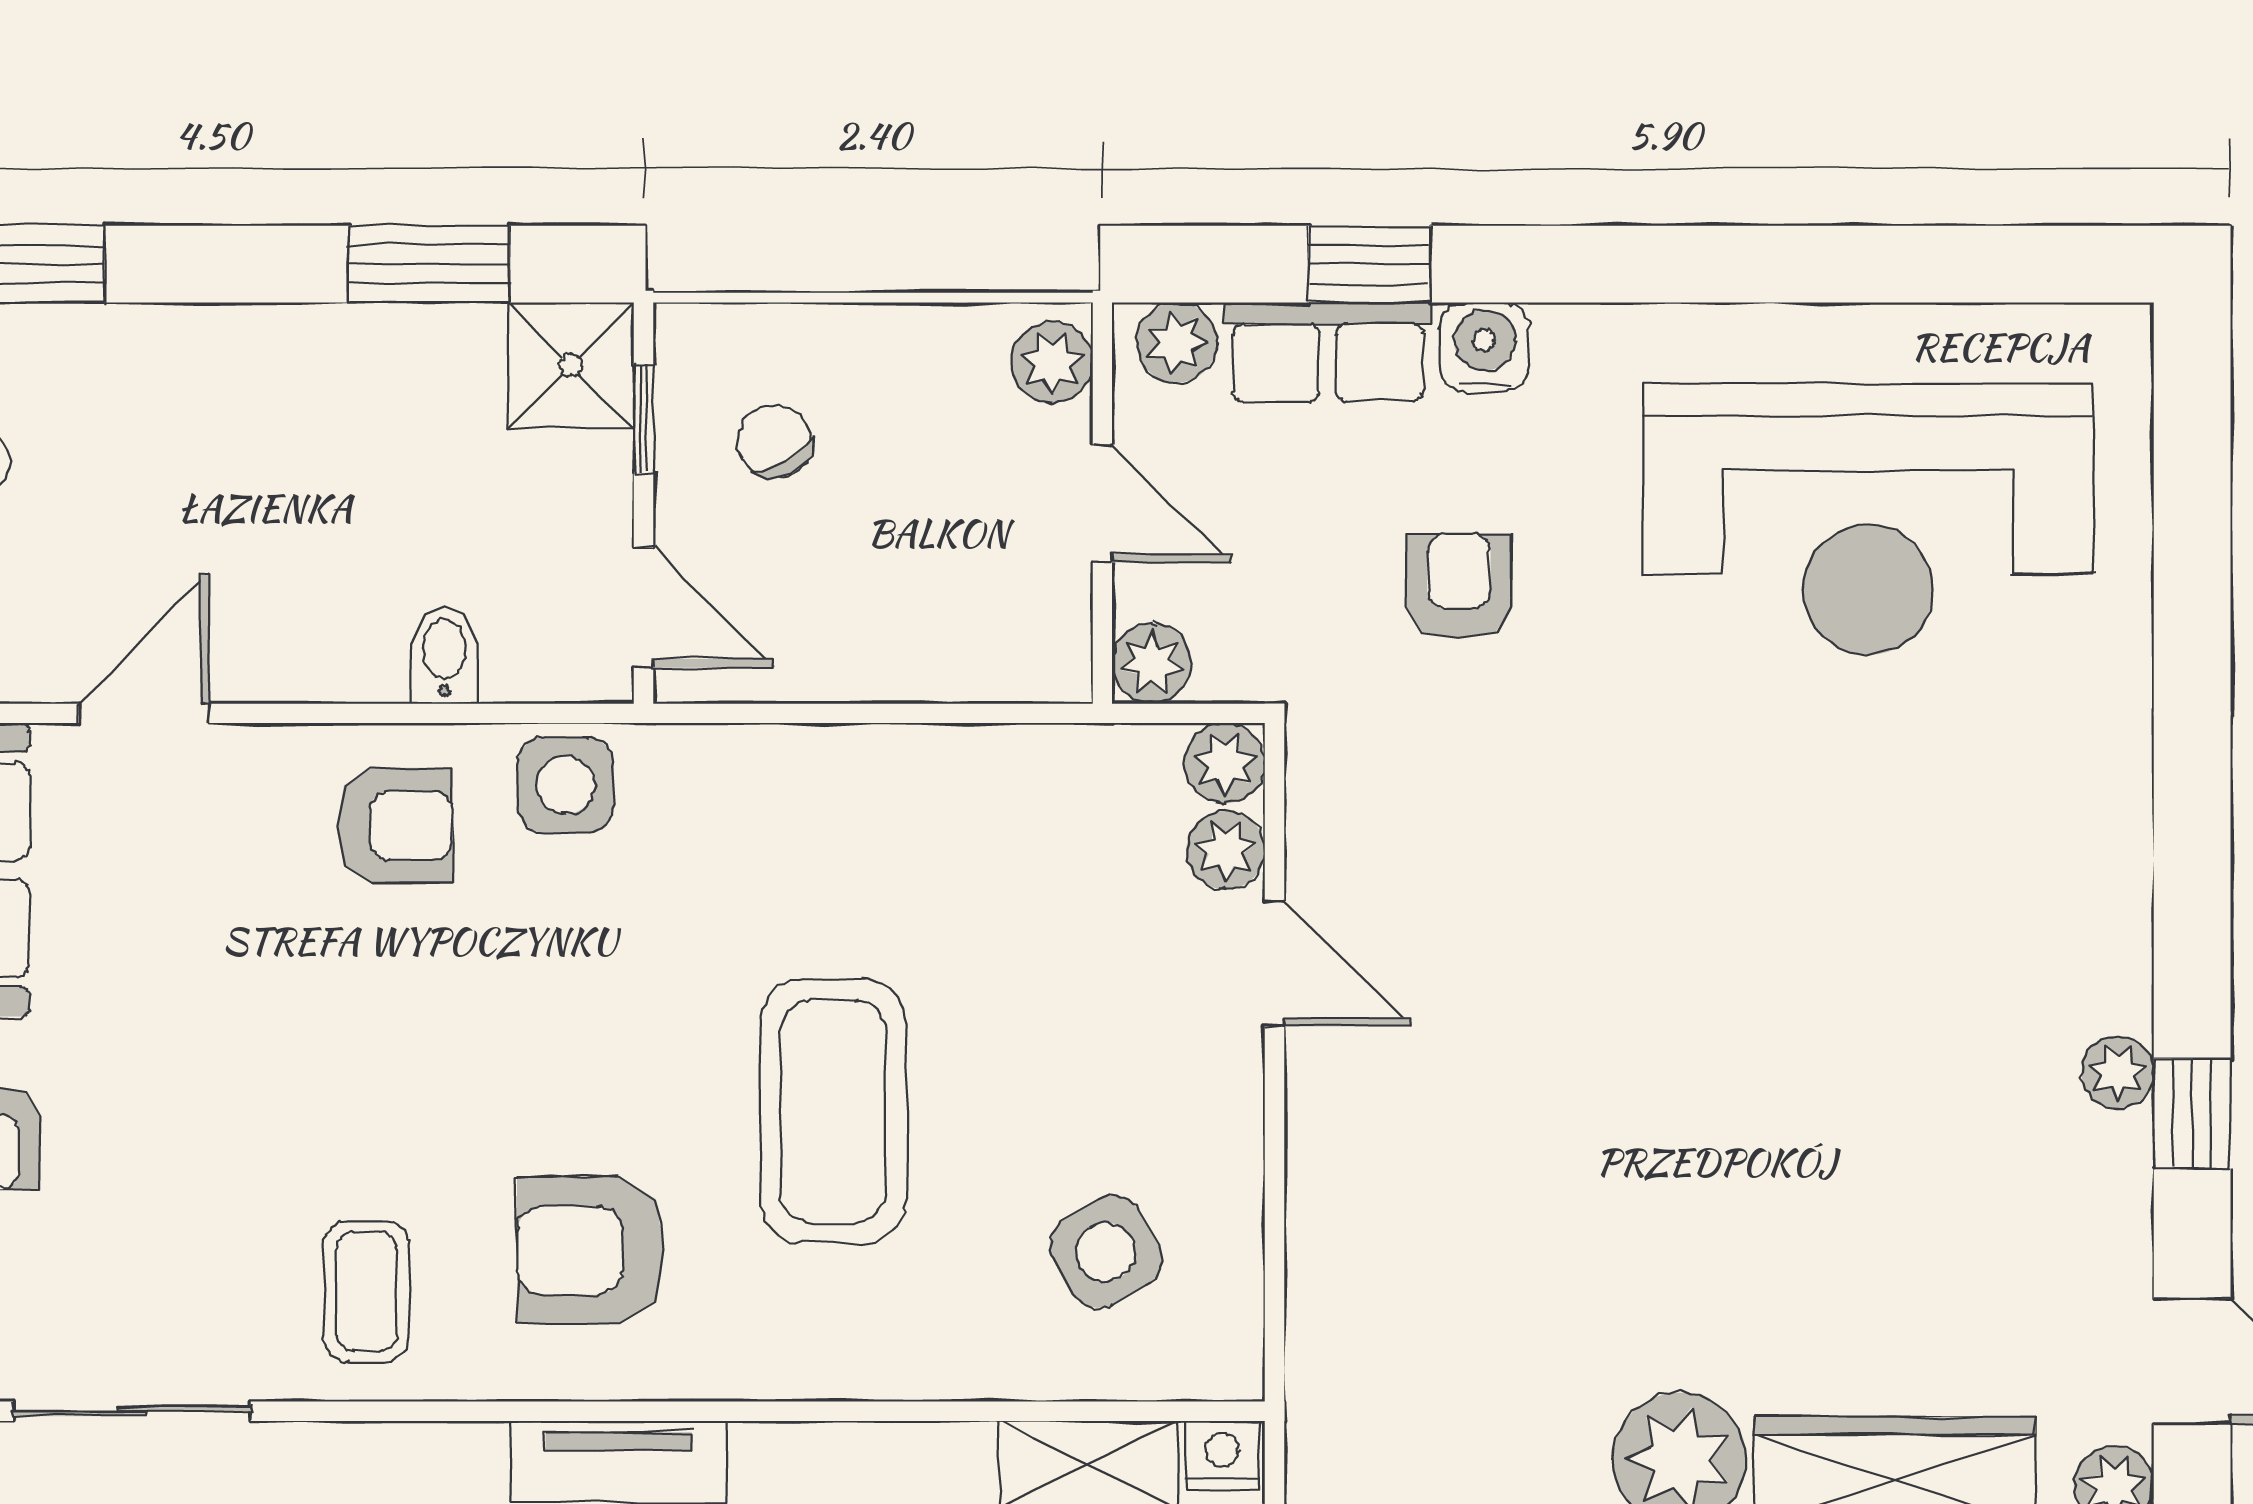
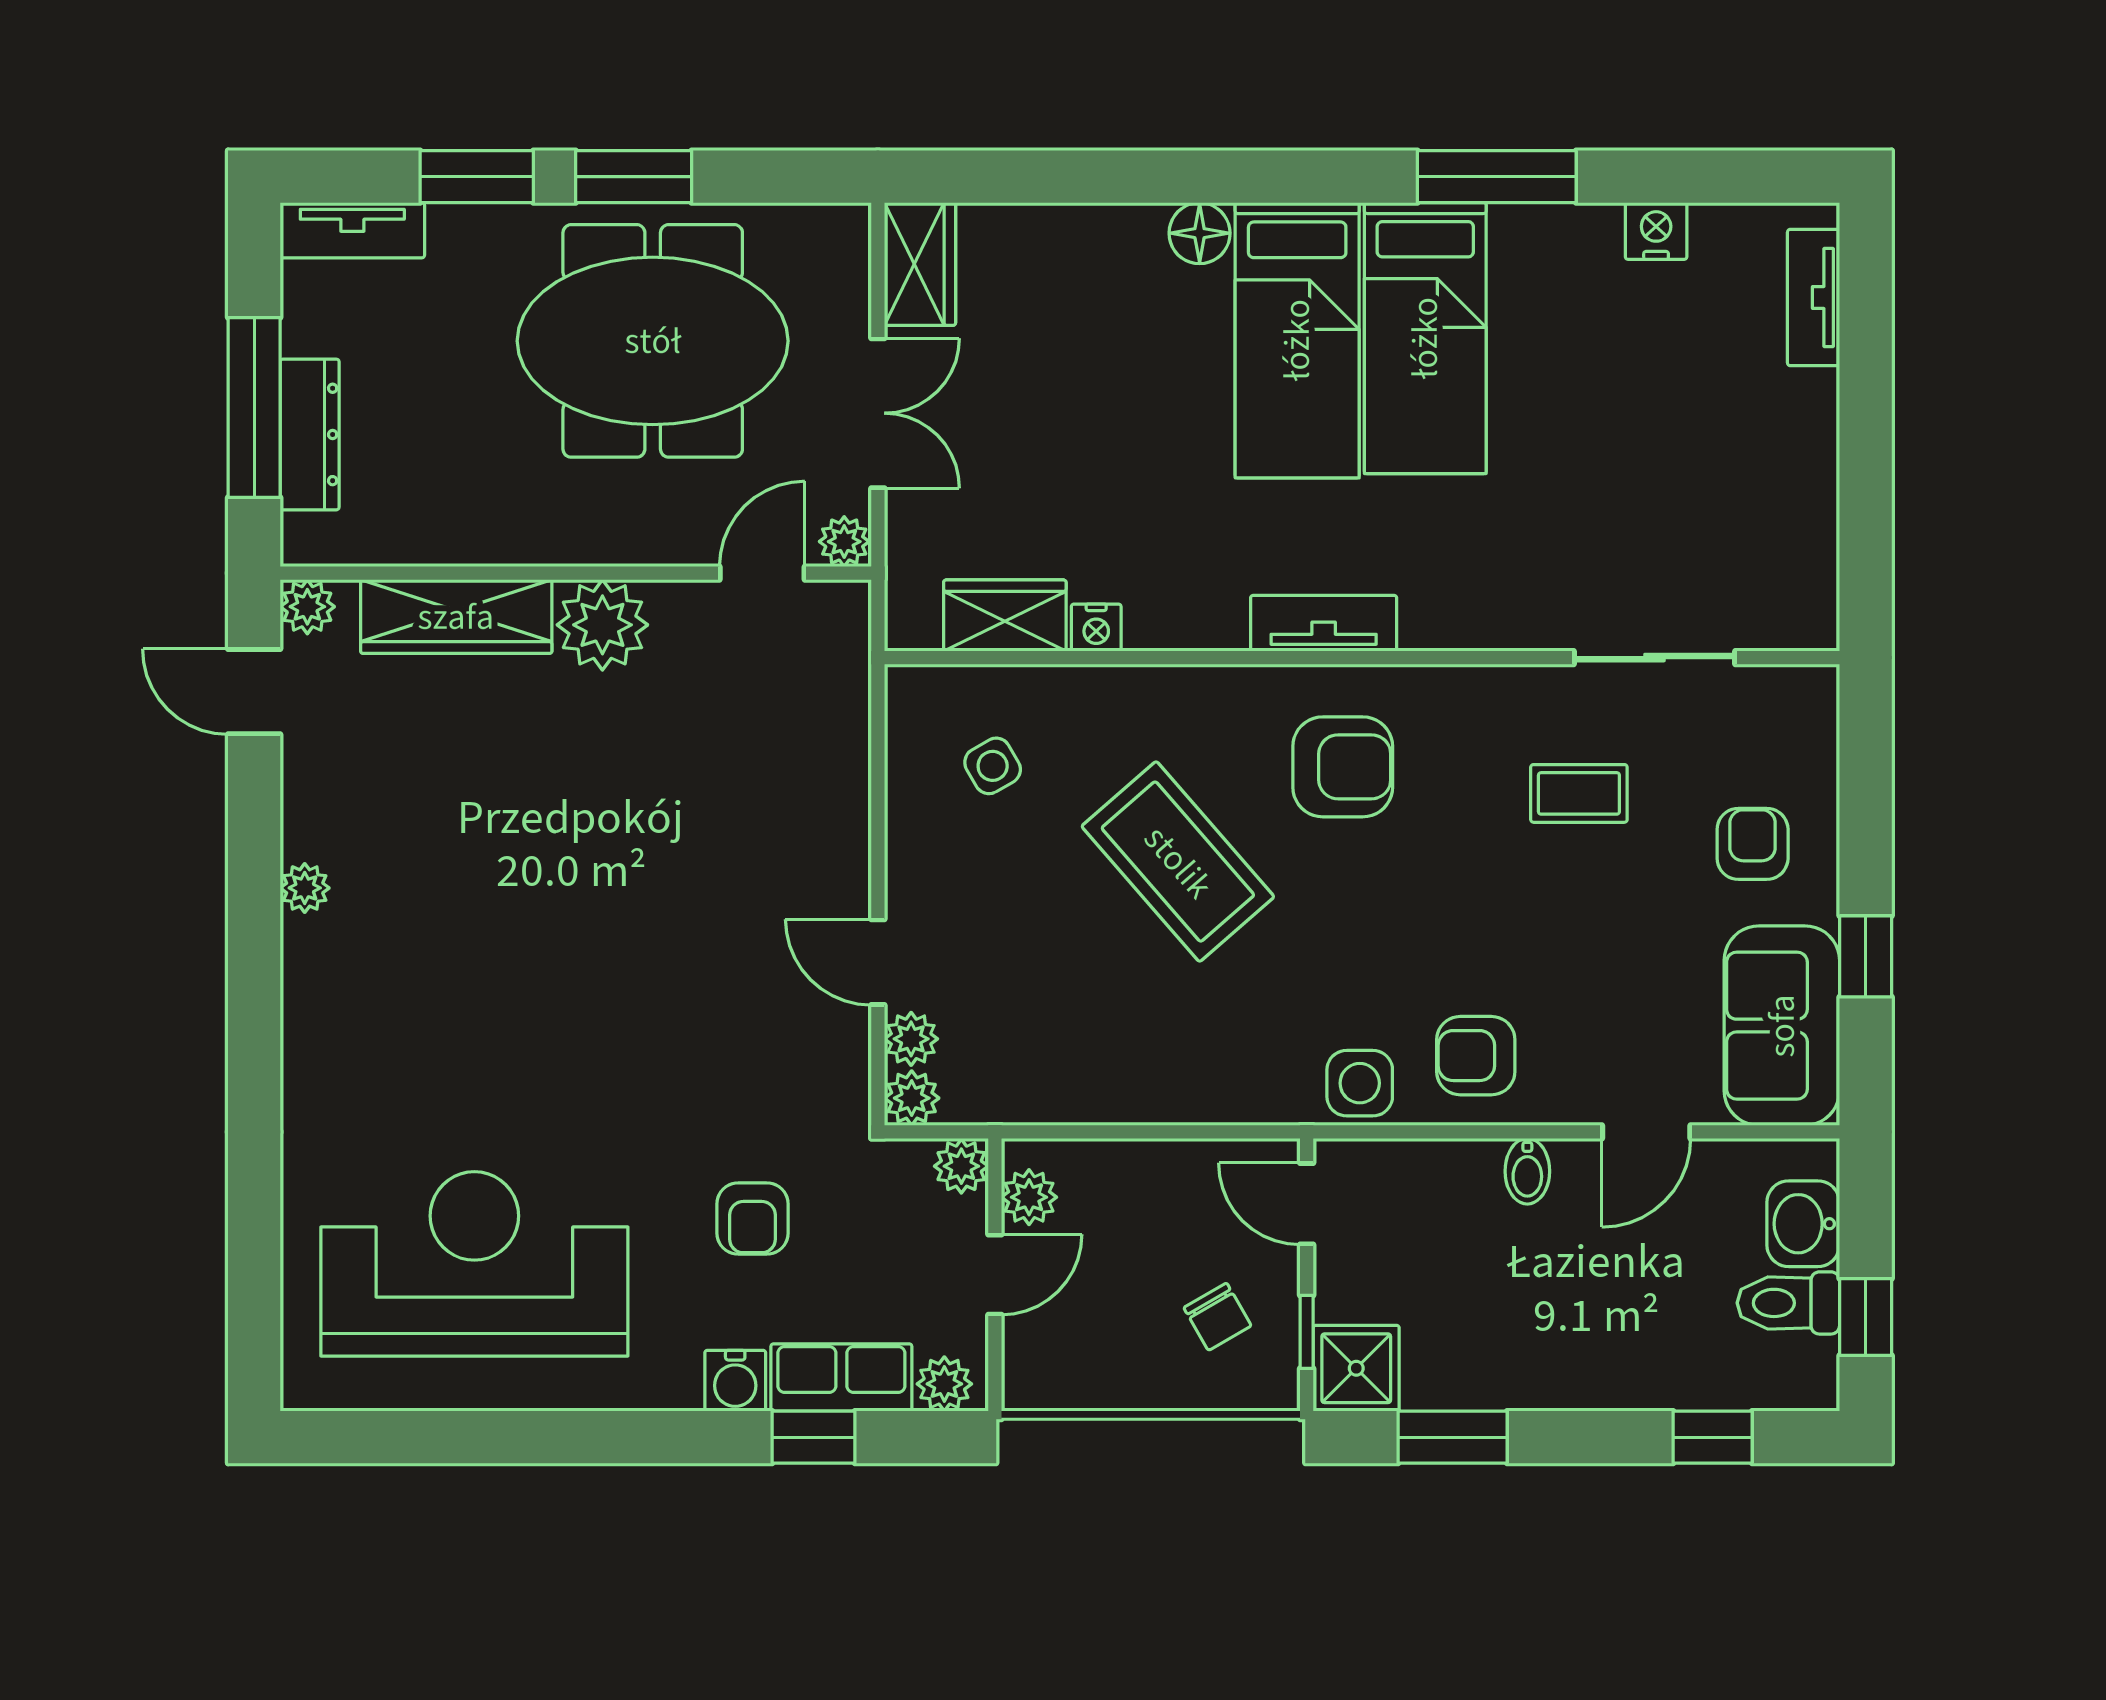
plant: (1052, 362) -> (1029, 1197), moved
door: (1102, 503) -> (995, 1275), swing flipped
bidet: (444, 656) -> (1527, 1171), moved
coffee table: (833, 1111) -> (1178, 862), turned -41
window: (2192, 1114) -> (254, 860), removed
side table: (1106, 1252) -> (993, 766), width x0.73, depth x0.73
coffee table: (367, 1291) -> (1579, 793), moved, turned 90
nightstand: (1222, 1455) -> (1096, 628), moved

